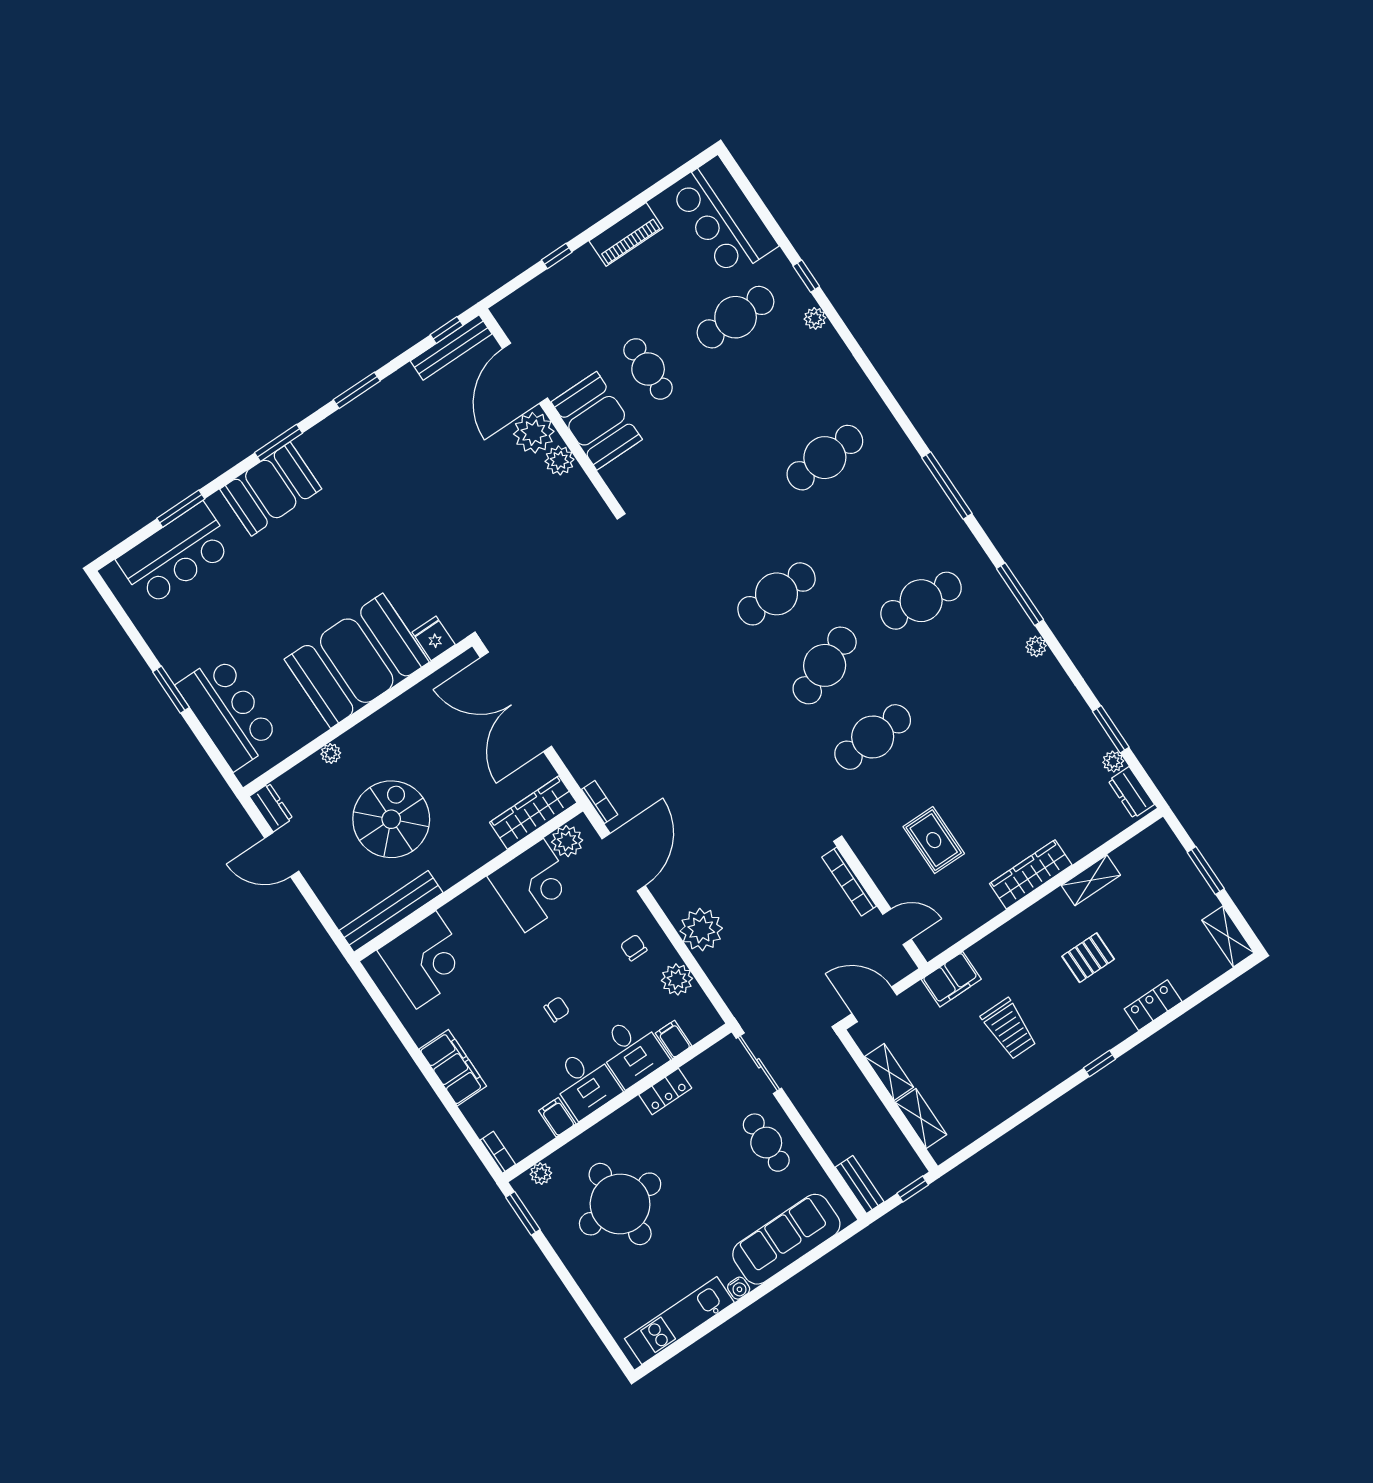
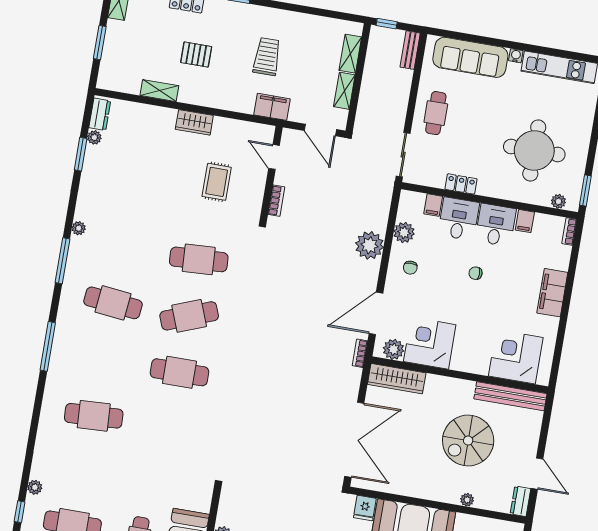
wardrobe: (1031, 874) -> (194, 122), width x0.67
bookcase: (849, 882) -> (276, 201), width x0.64

